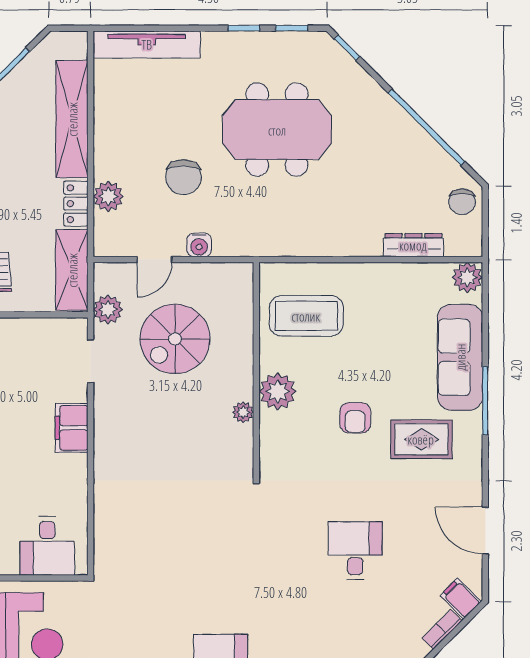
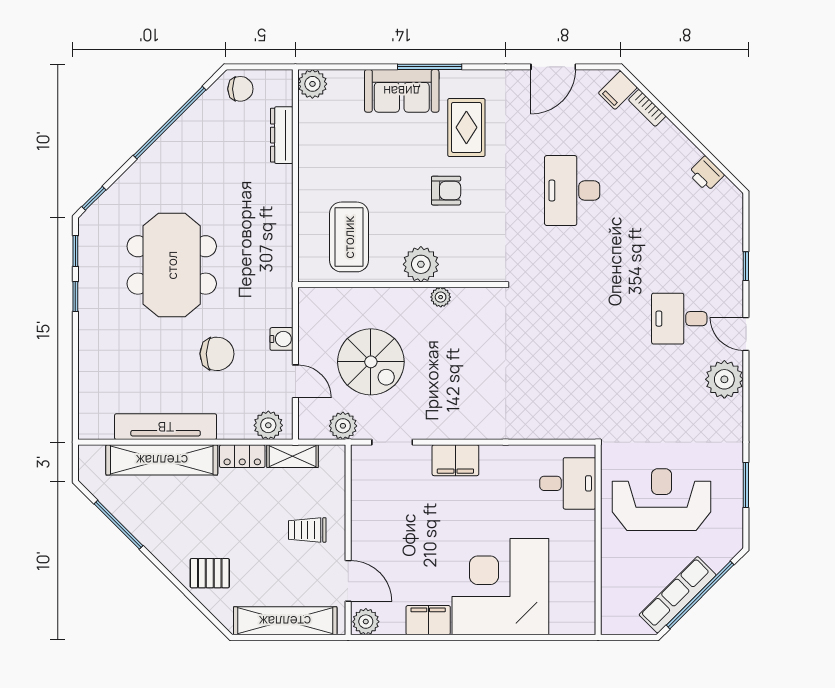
tv unit: (147, 44) -> (166, 427), moved, turned -90
plant: (108, 196) -> (268, 425), moved
shelving: (72, 270) -> (293, 456), width x0.67, depth x0.75
sofa: (460, 357) -> (402, 91), width x0.73
desk: (355, 551) -> (572, 191), width x1.37

